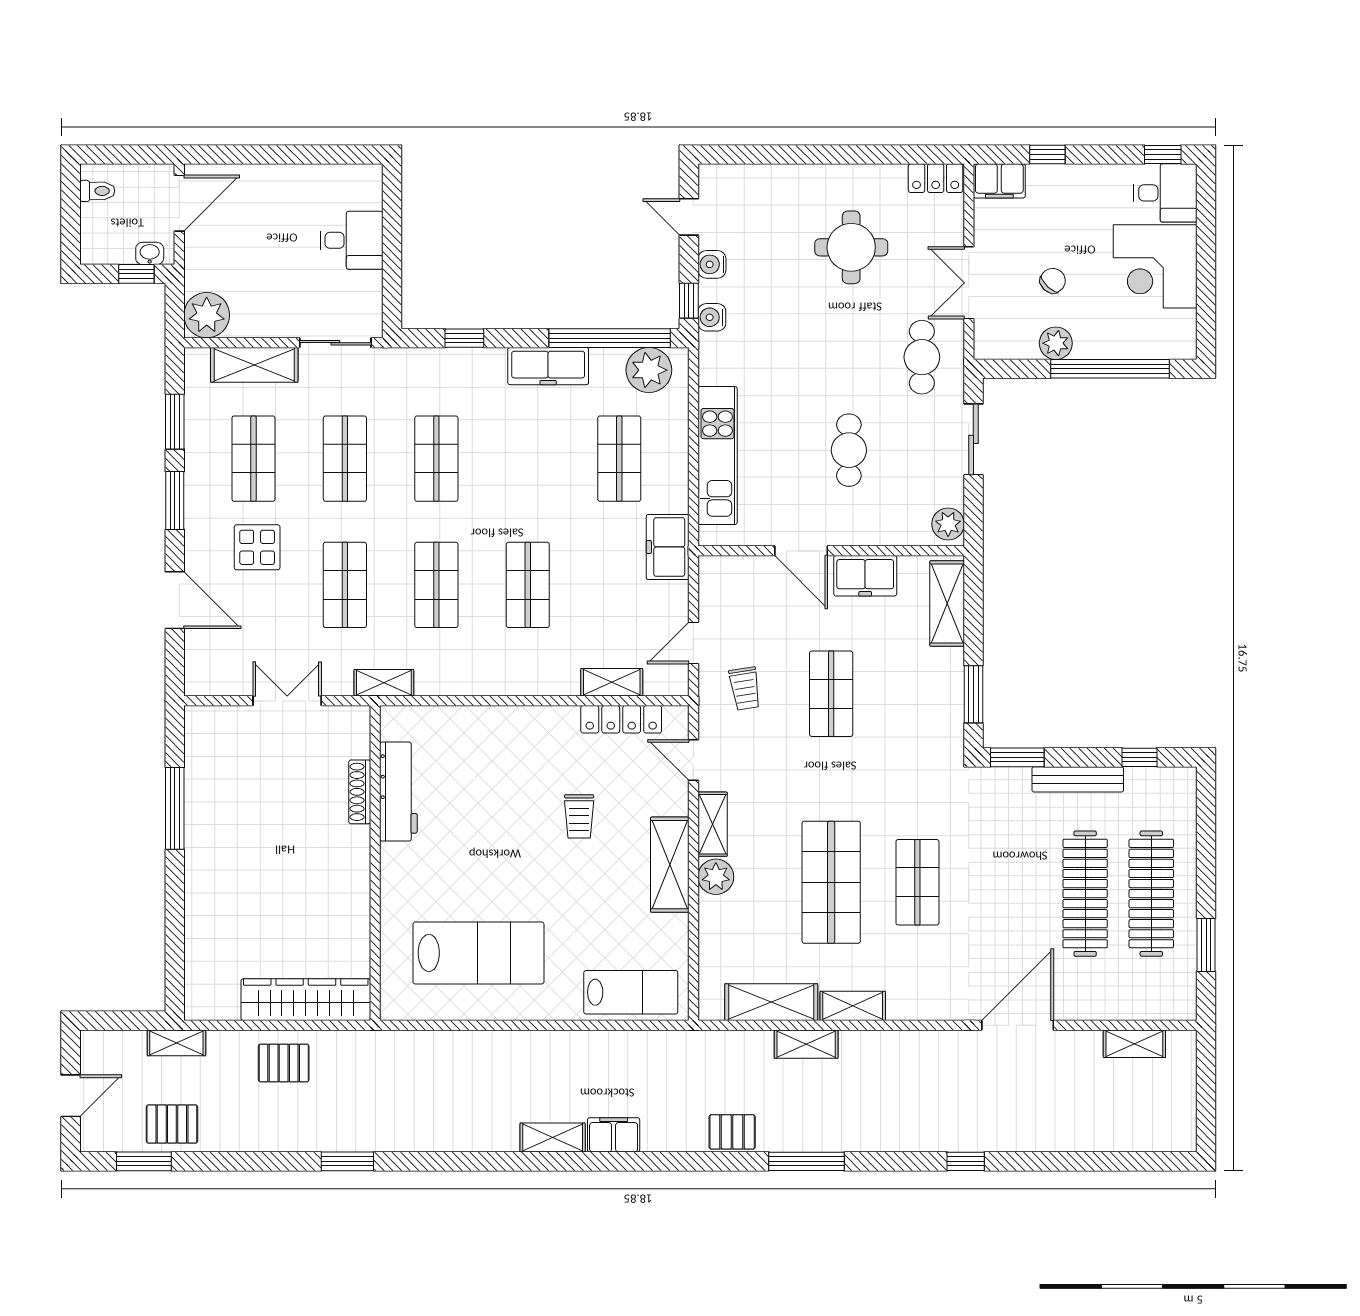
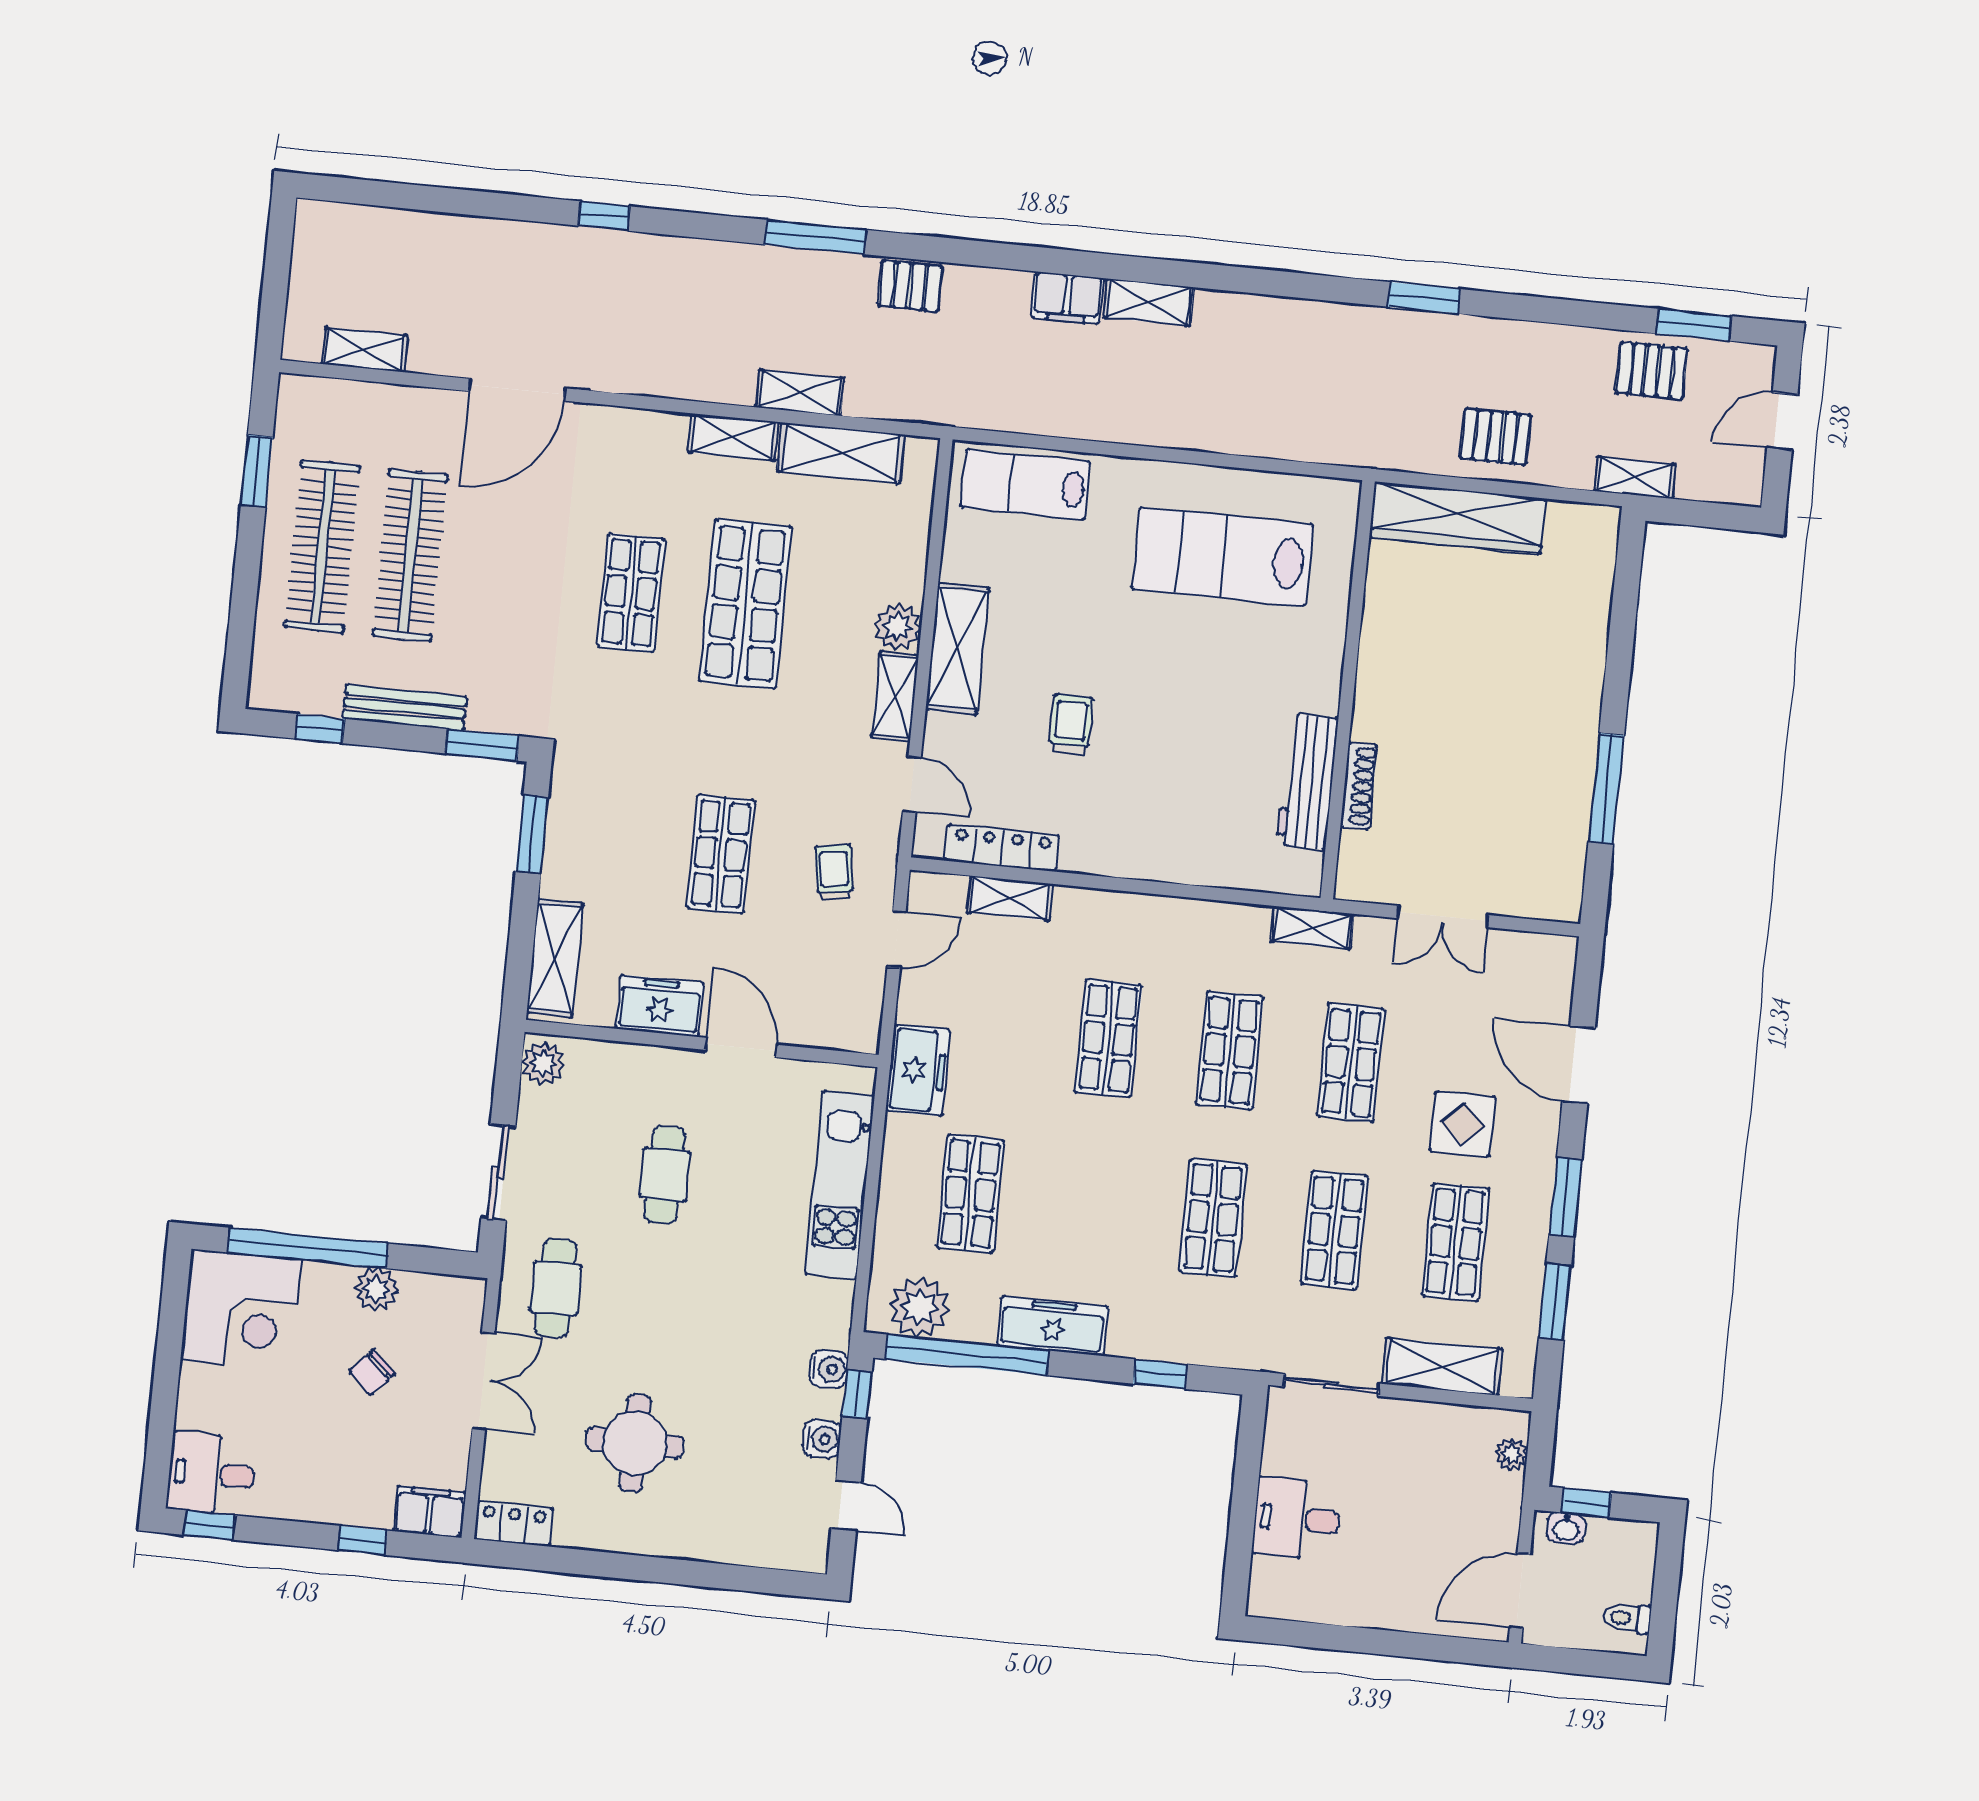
corner desk: (1155, 266) -> (241, 1310), moved, turned 90
plant: (207, 315) -> (1511, 1454), width x0.53, depth x0.53

